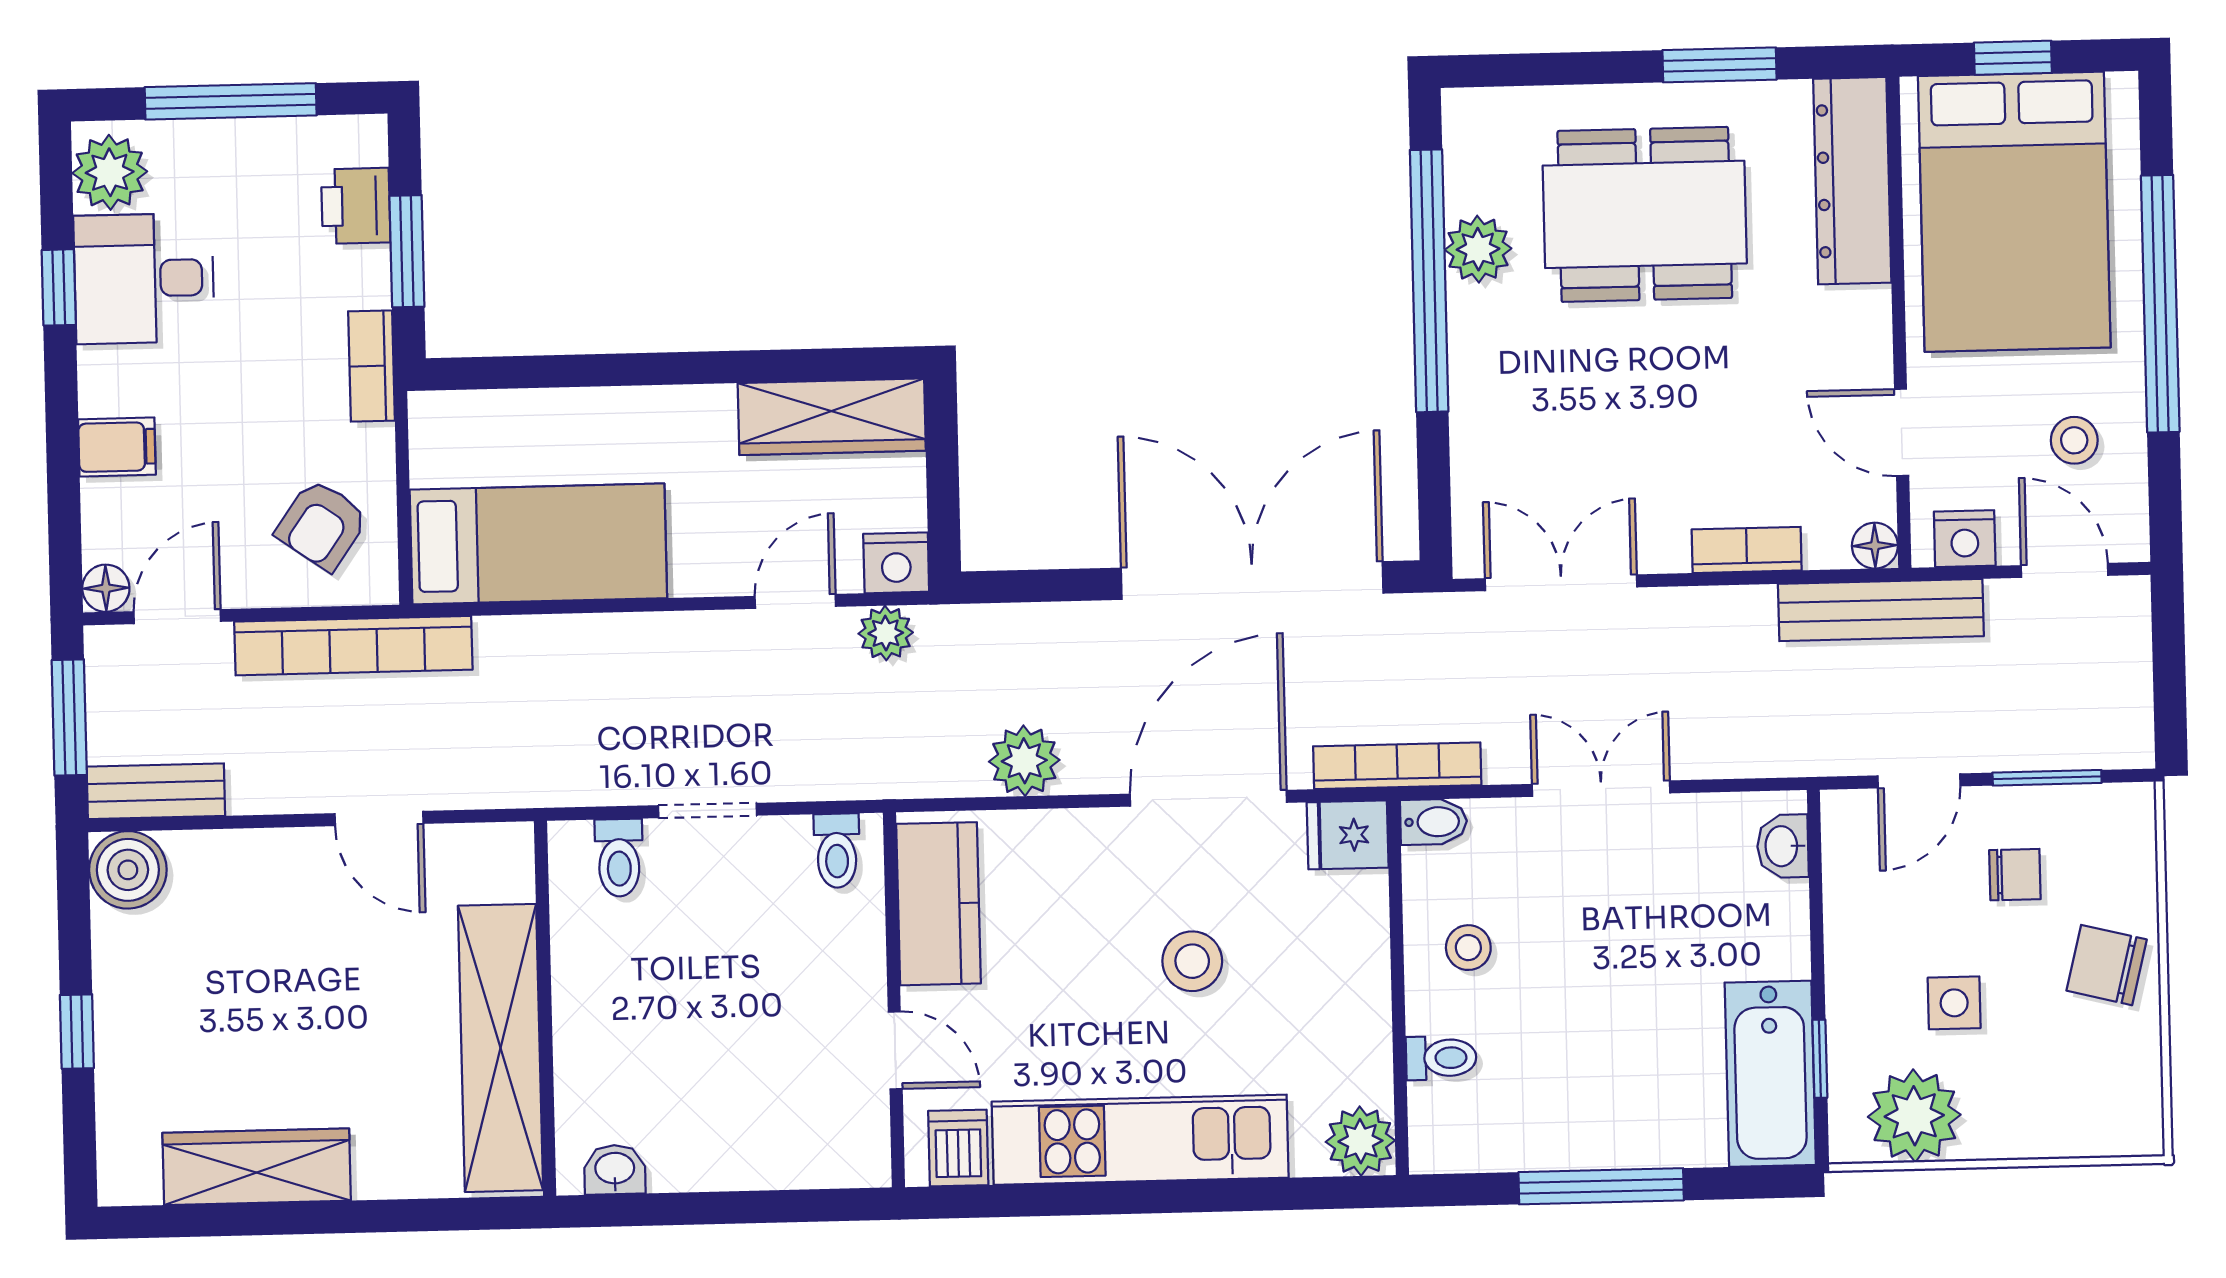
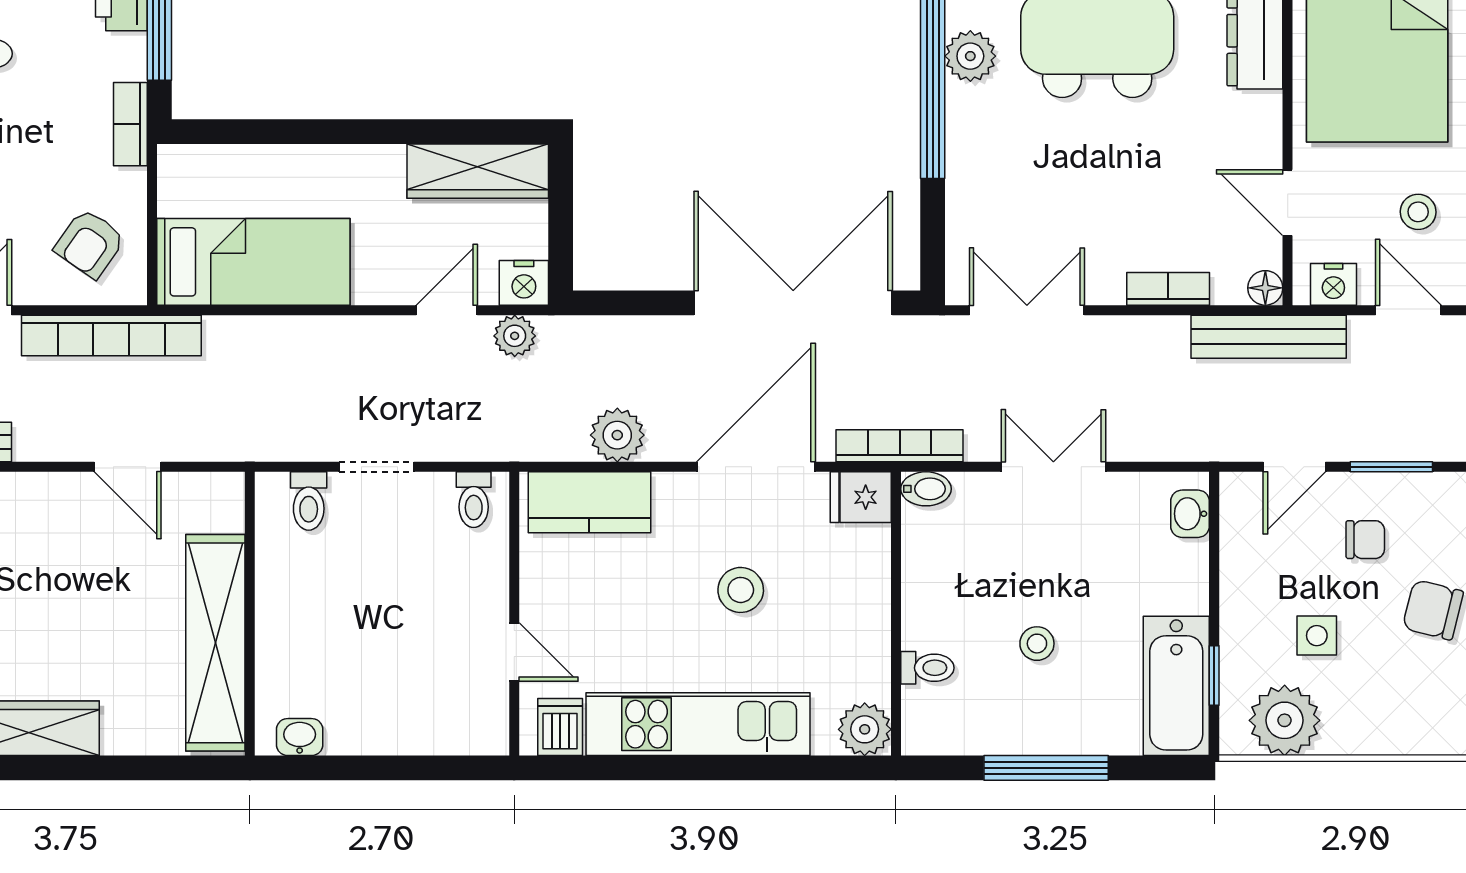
kitchen counter: (938, 904) -> (589, 502), moved, turned 90
stool: (1468, 948) -> (1037, 644), moved

